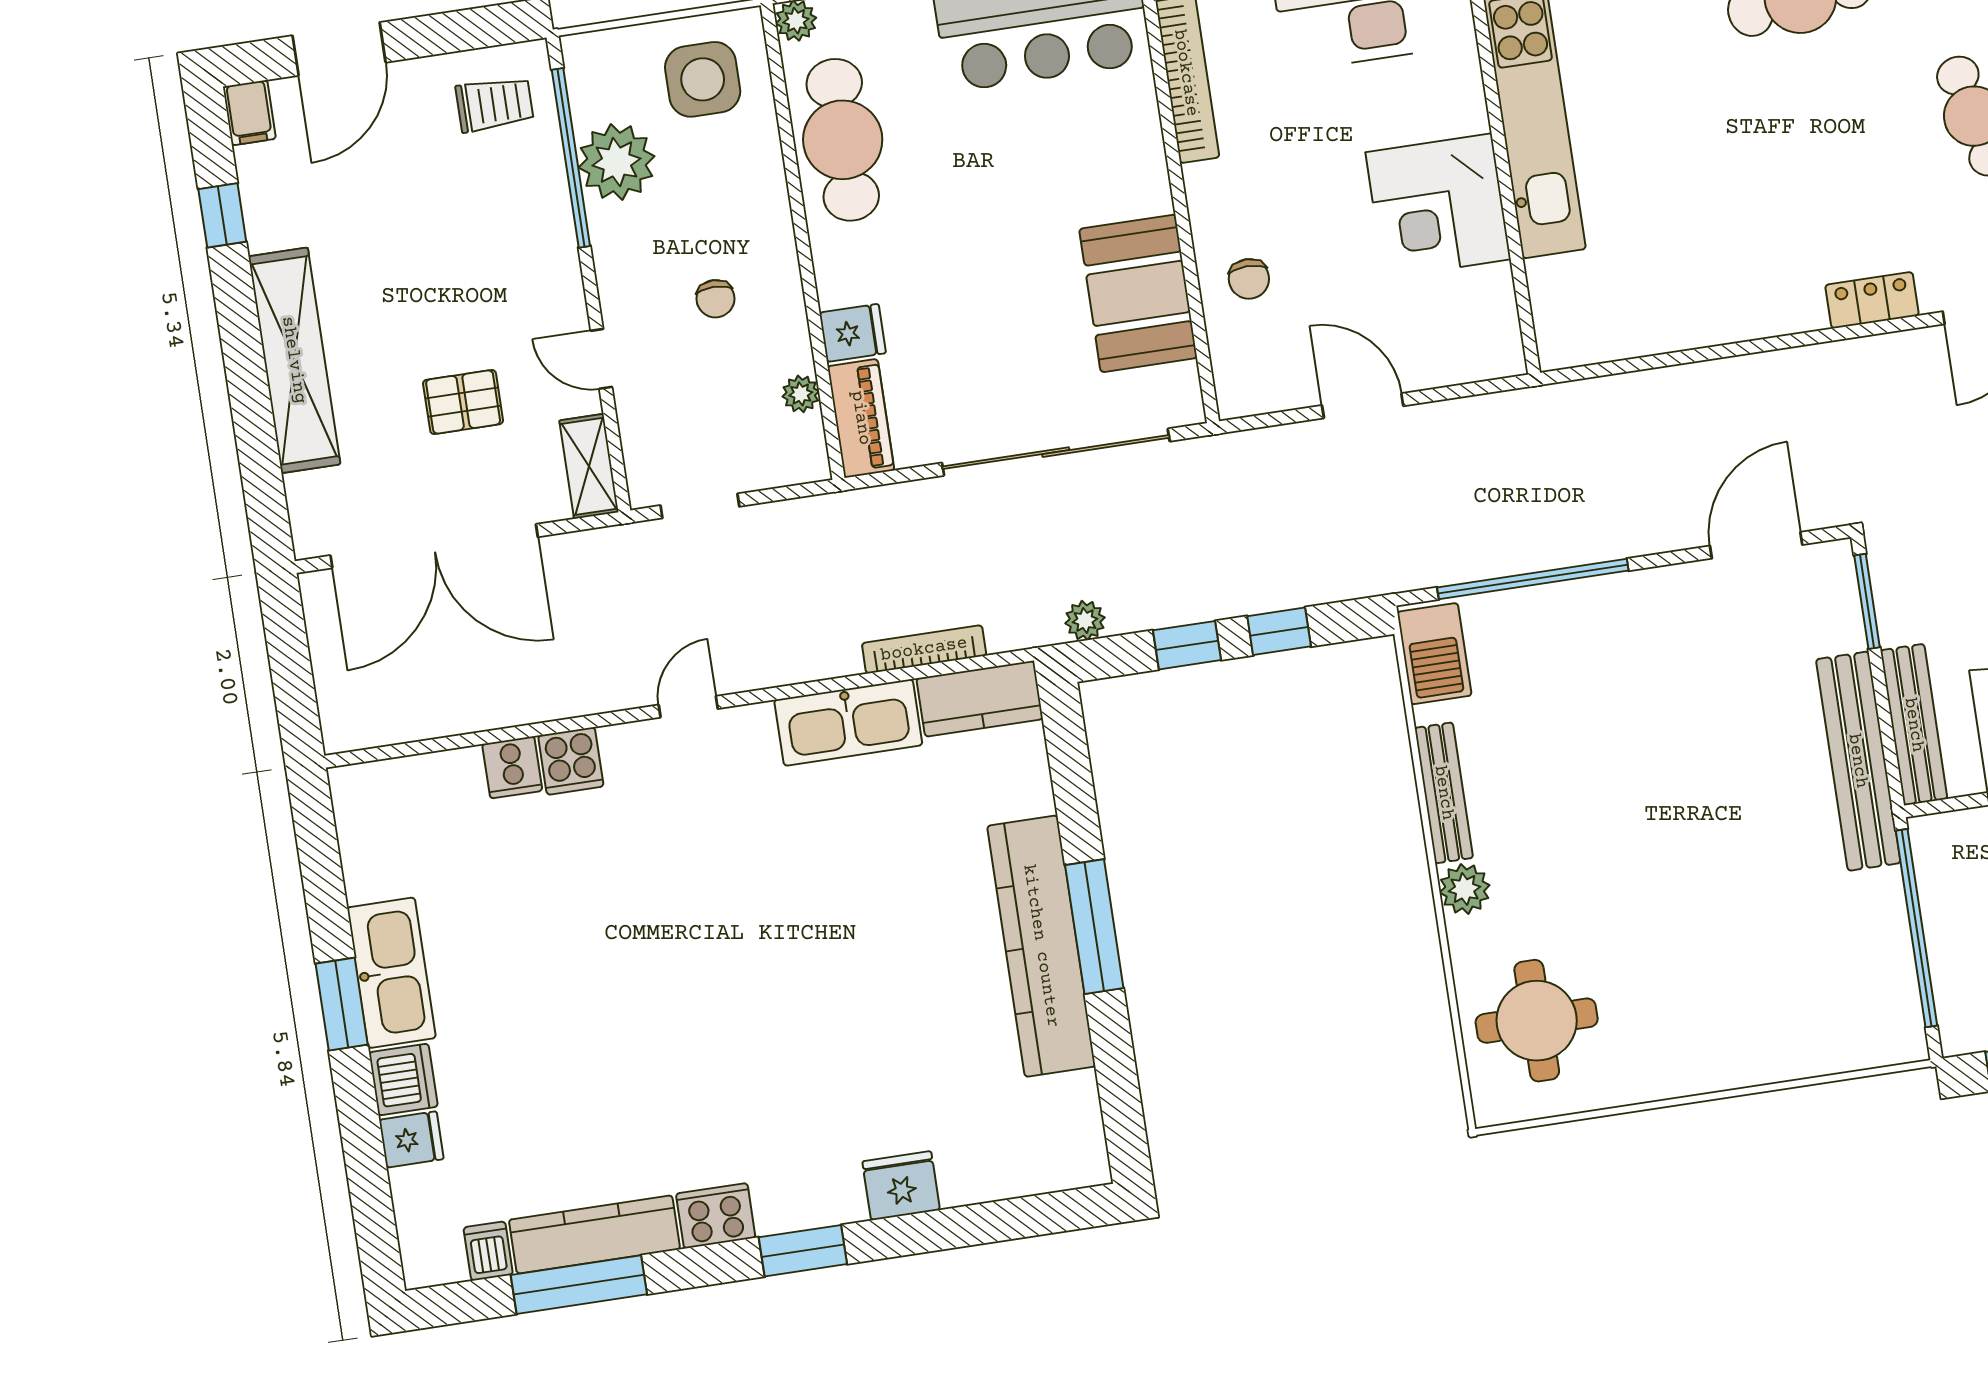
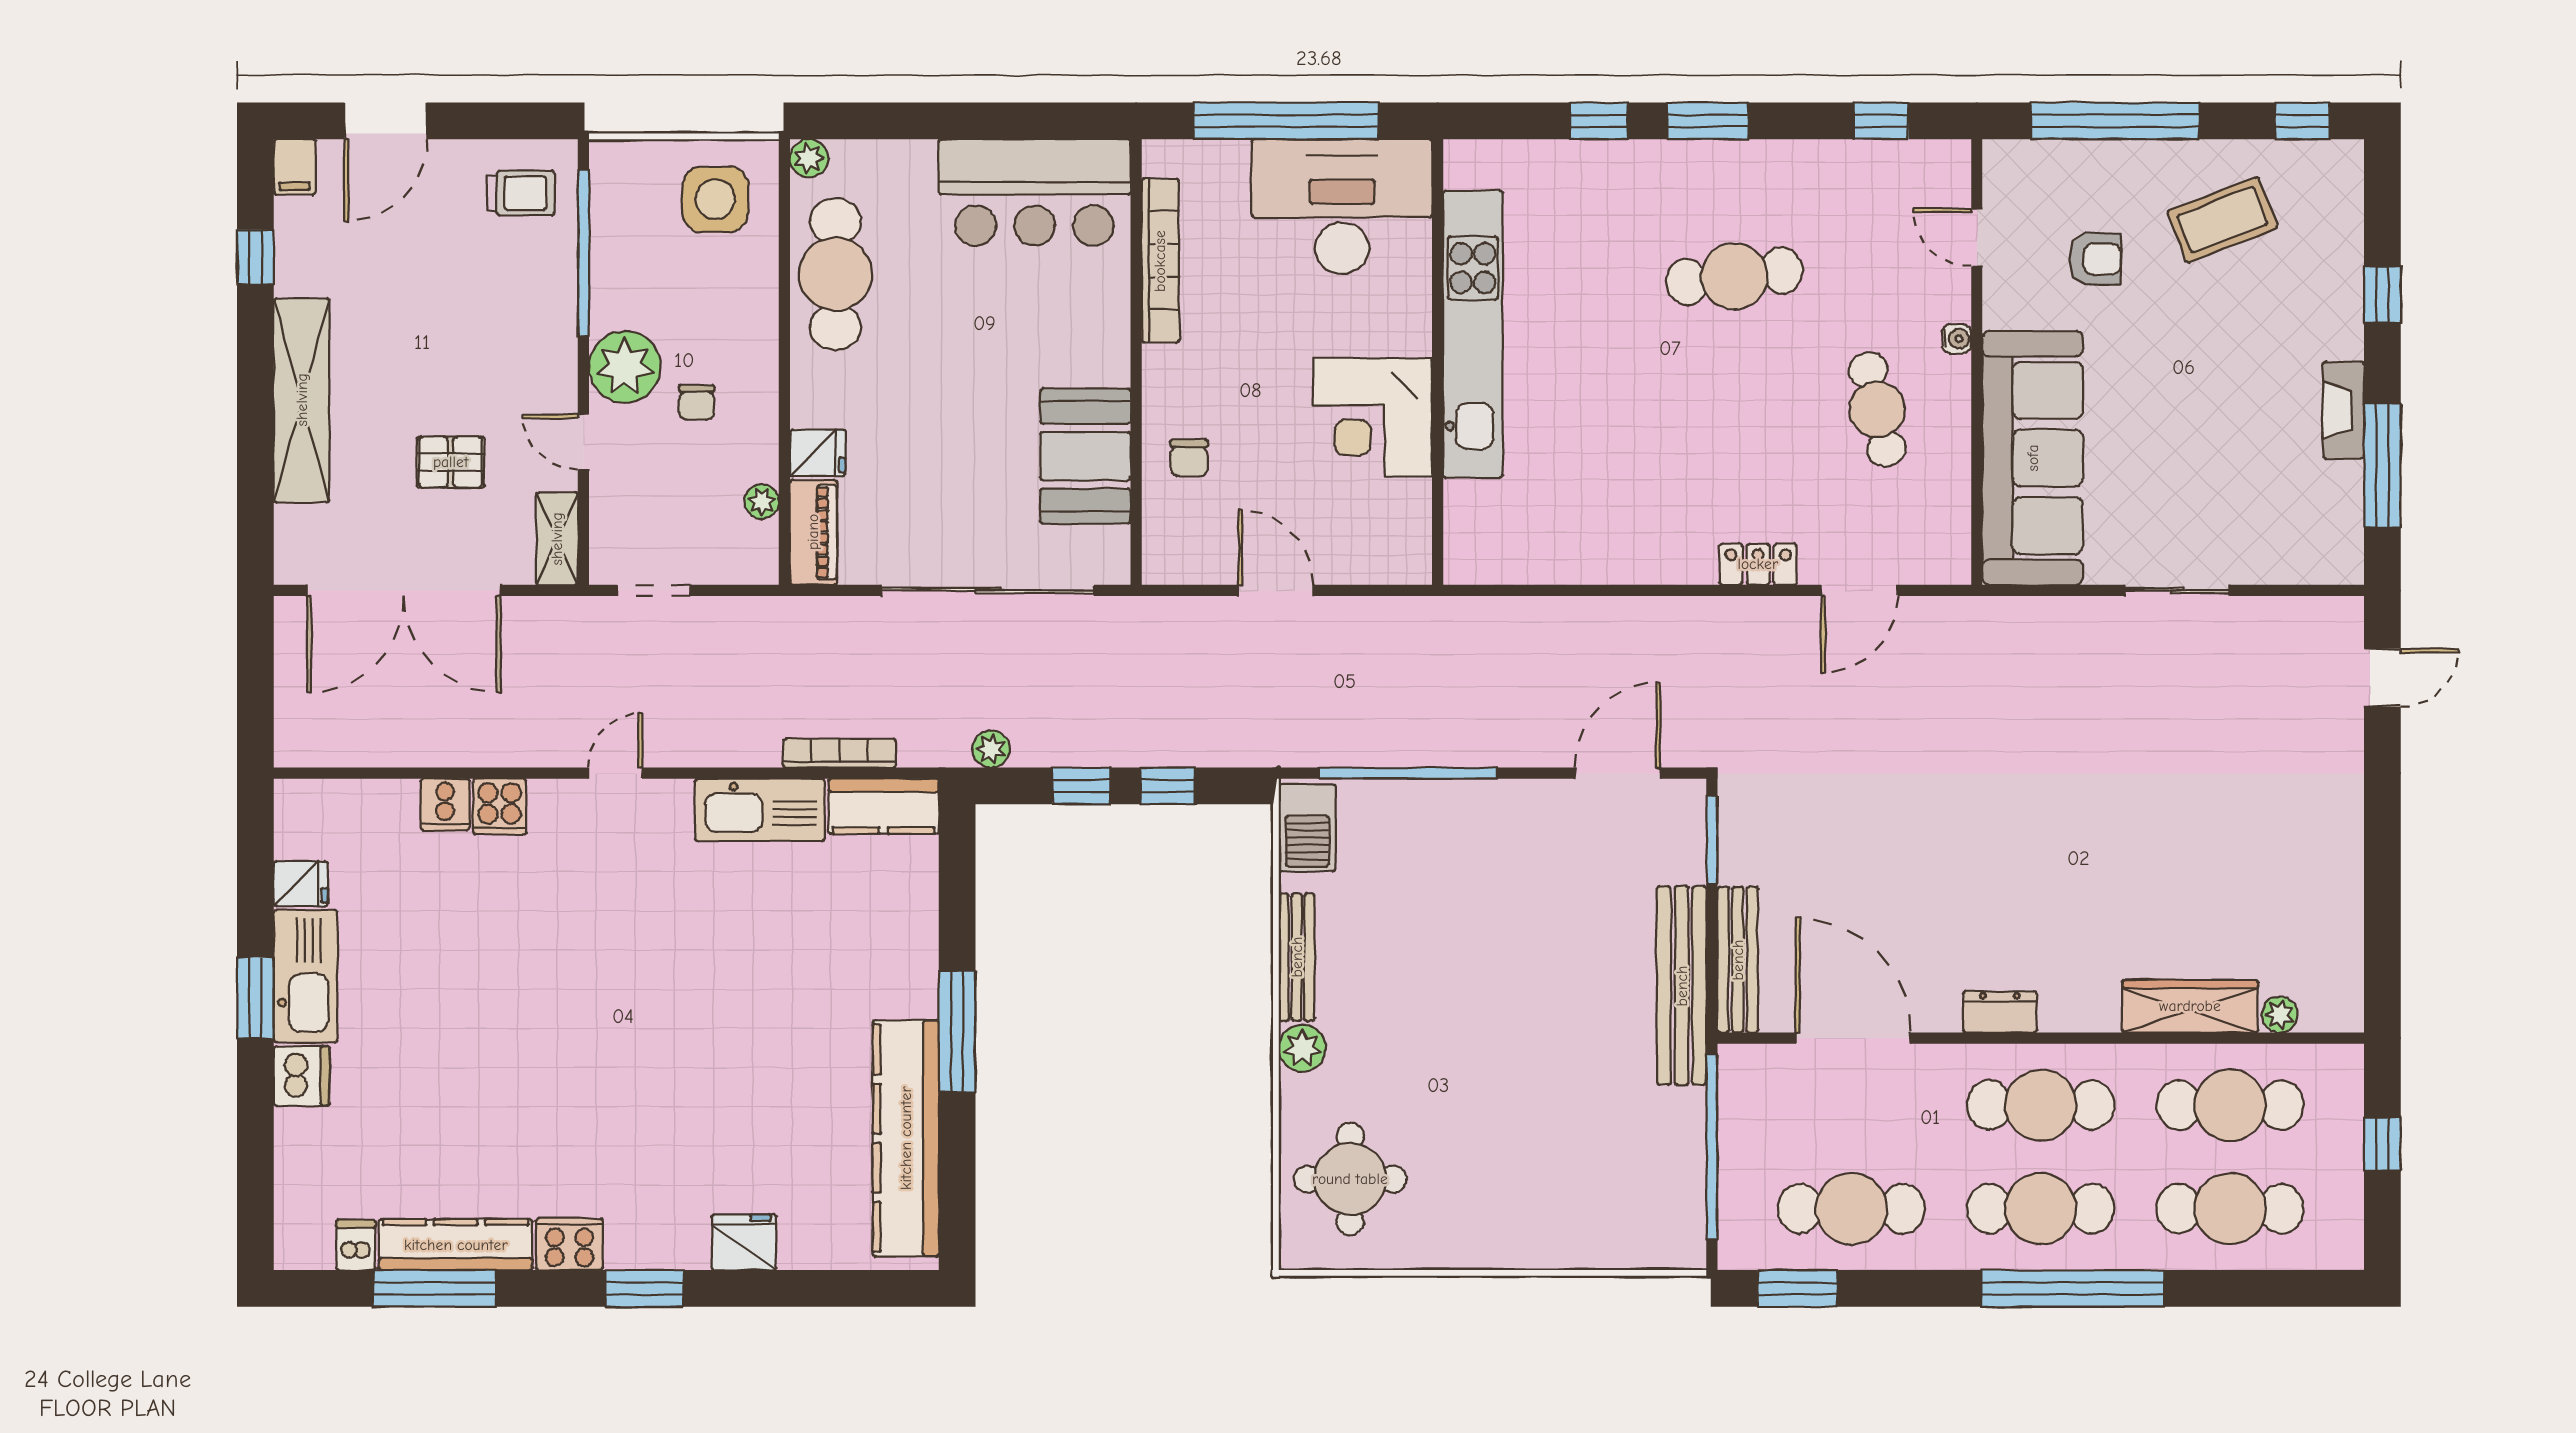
plant: (617, 162) -> (625, 367), moved
kitchen counter: (1041, 946) -> (906, 1138), moved
fridge: (411, 1139) -> (301, 884), moved

